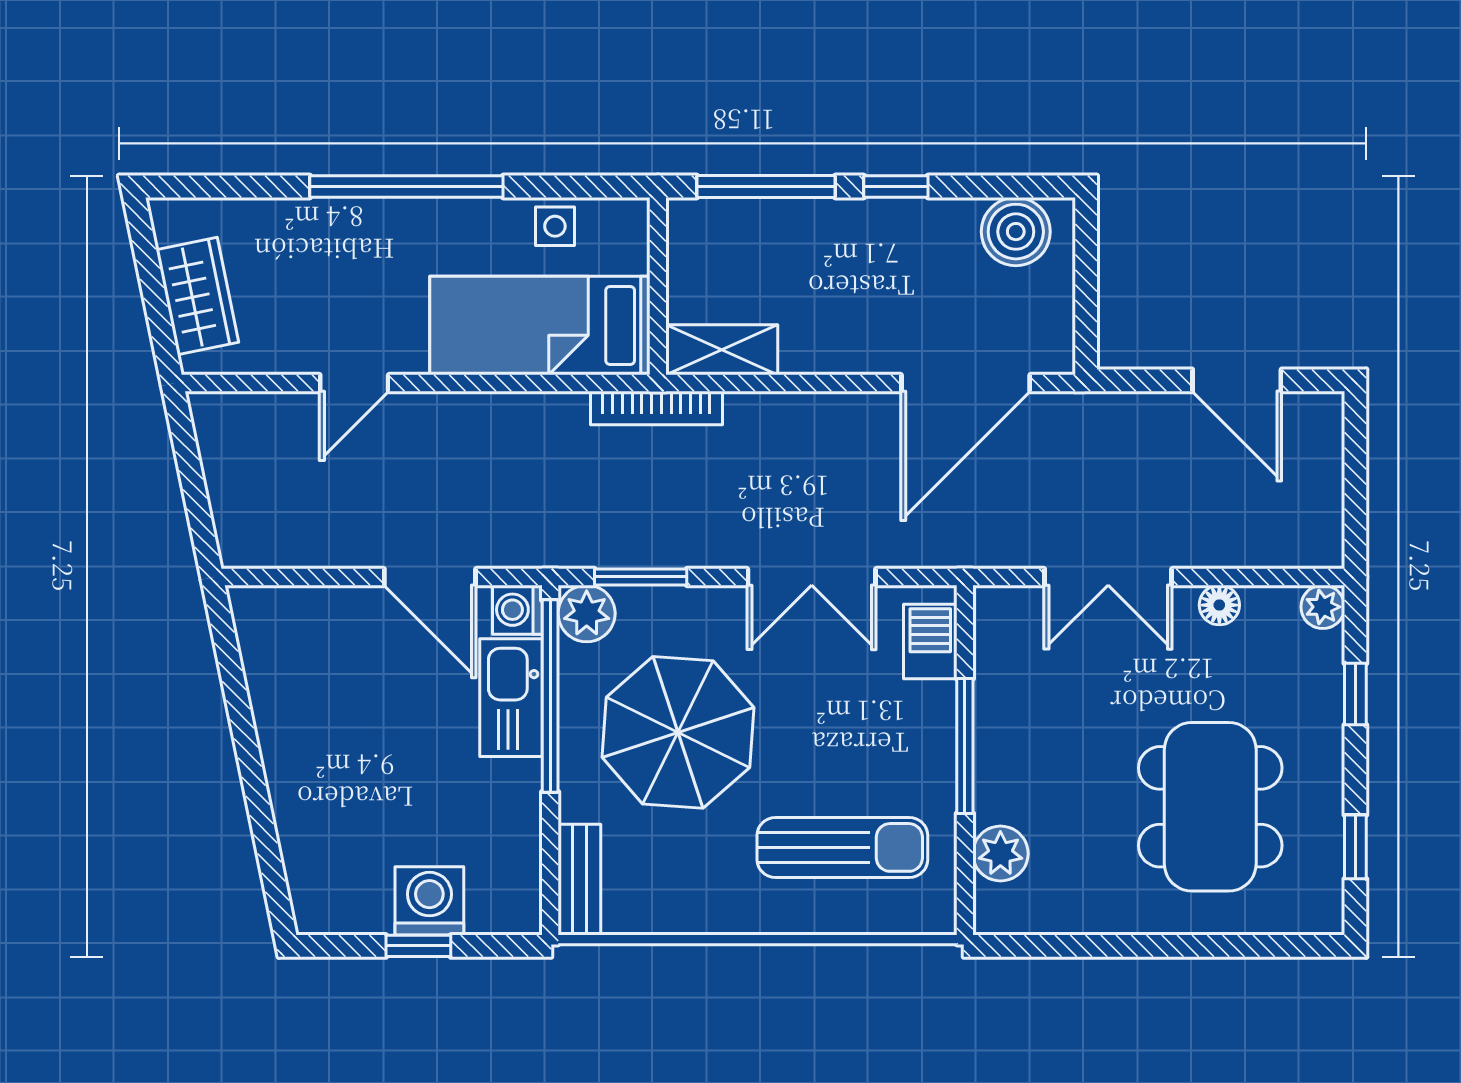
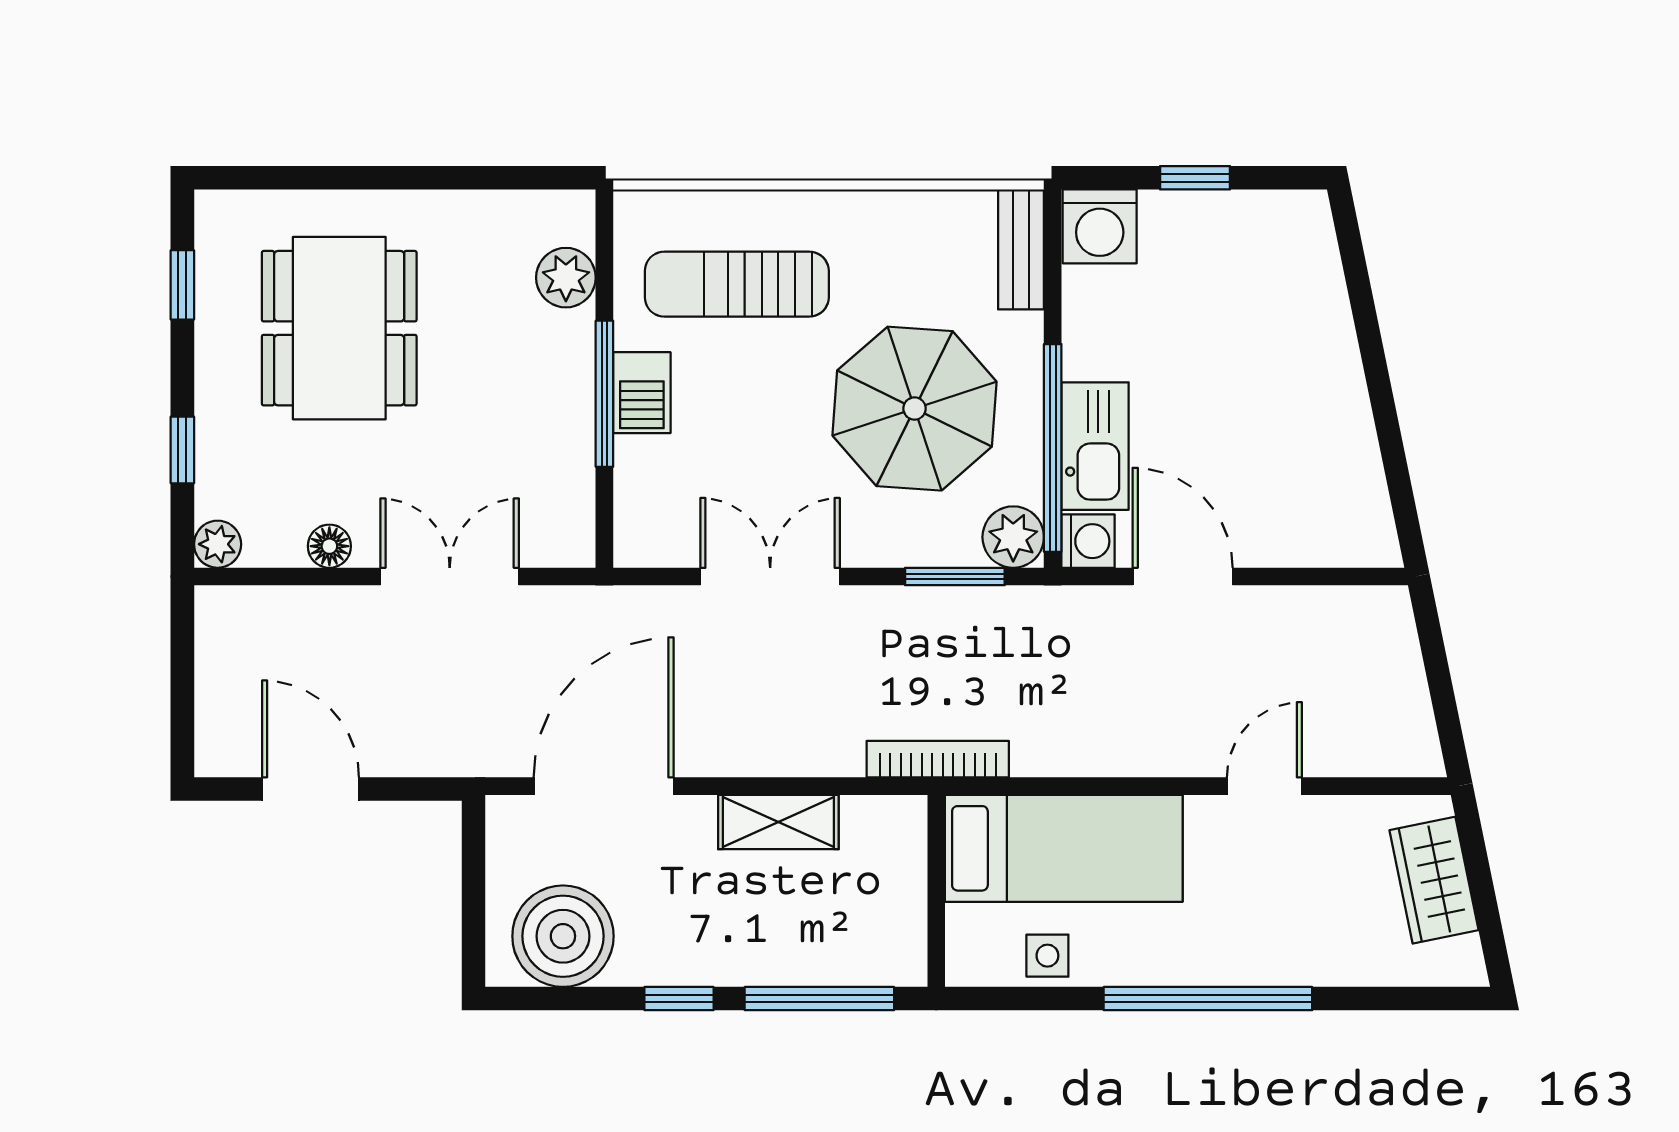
boiler: (1016, 232) -> (563, 936), width x1.37, depth x1.37
shelving: (722, 350) -> (778, 822), moved
barbecue: (930, 641) -> (642, 393), moved
washing machine: (429, 901) -> (1100, 226), moved

